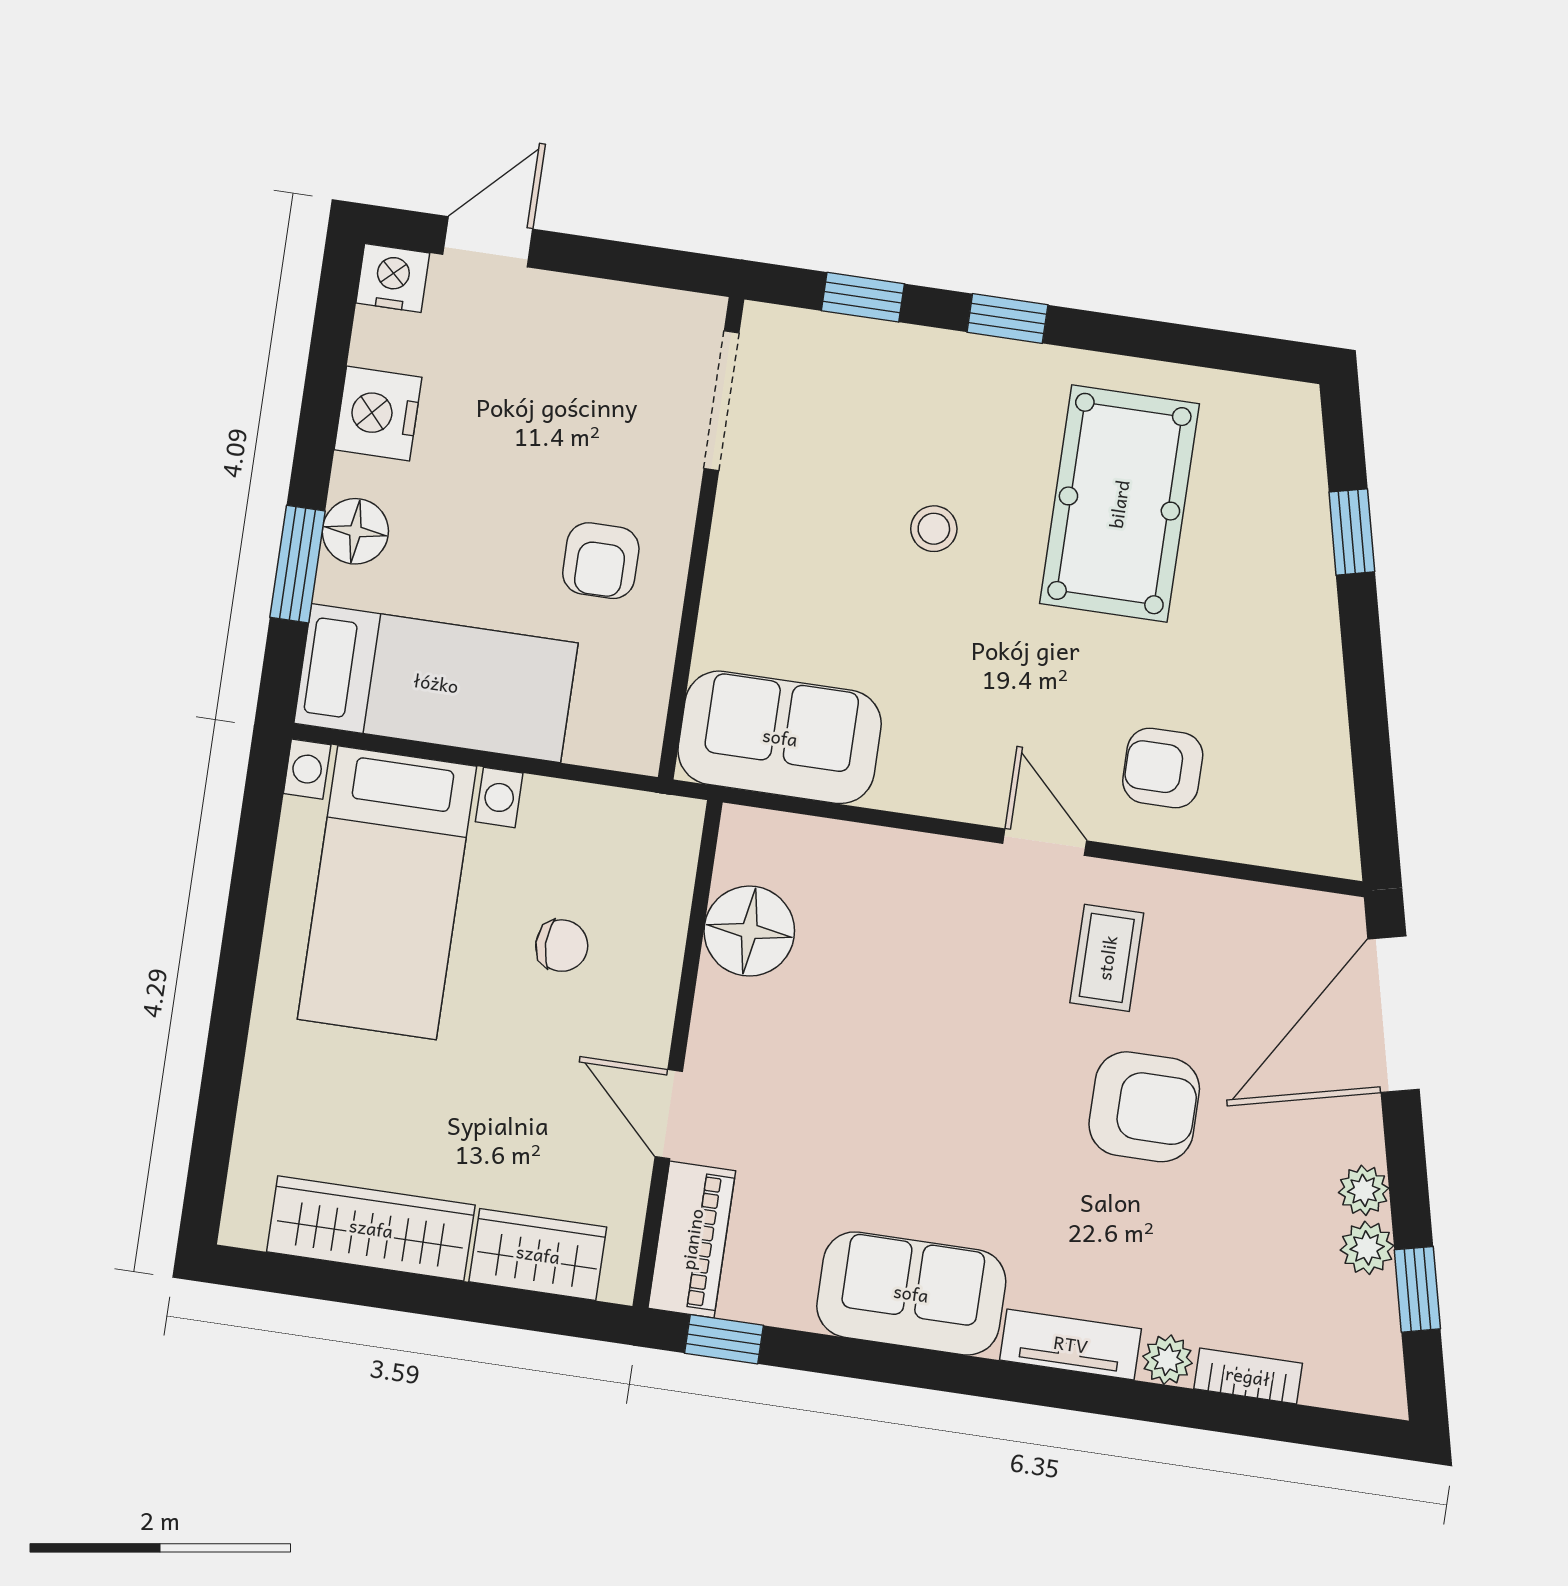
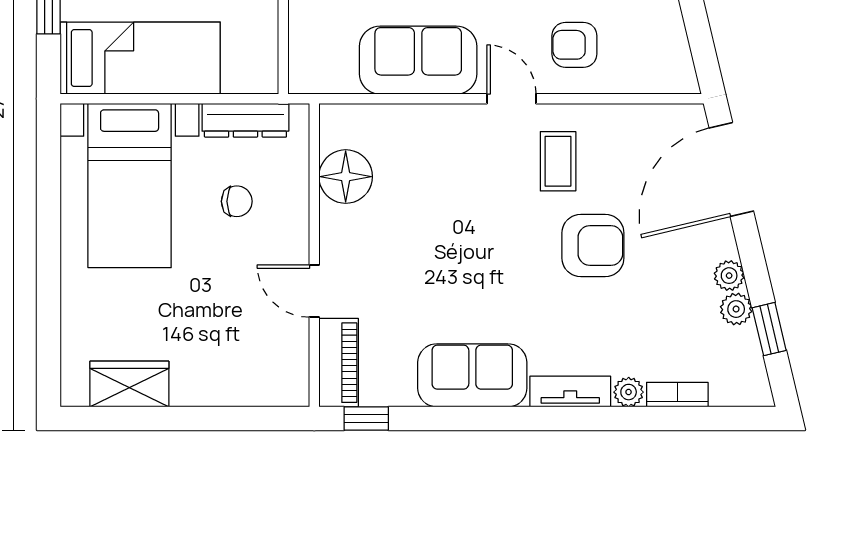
sofa: (780, 737) -> (418, 60), moved
dresser: (596, 813) -> (245, 120), added
wardrobe: (371, 1228) -> (129, 384), width x0.67
wardrobe: (538, 1254) -> (249, 385), removed

